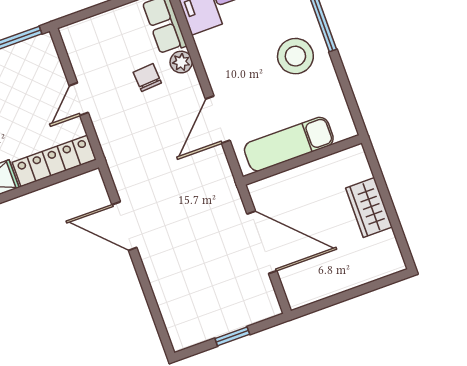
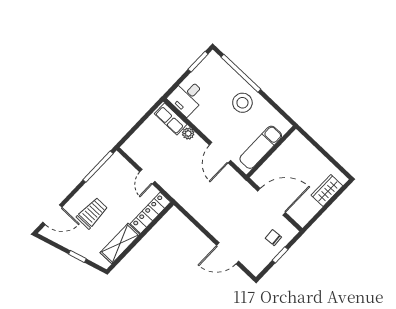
chair: (147, 78) -> (273, 238), moved
wardrobe: (369, 207) -> (327, 190), moved, turned 90
door: (124, 226) -> (228, 253), moved

